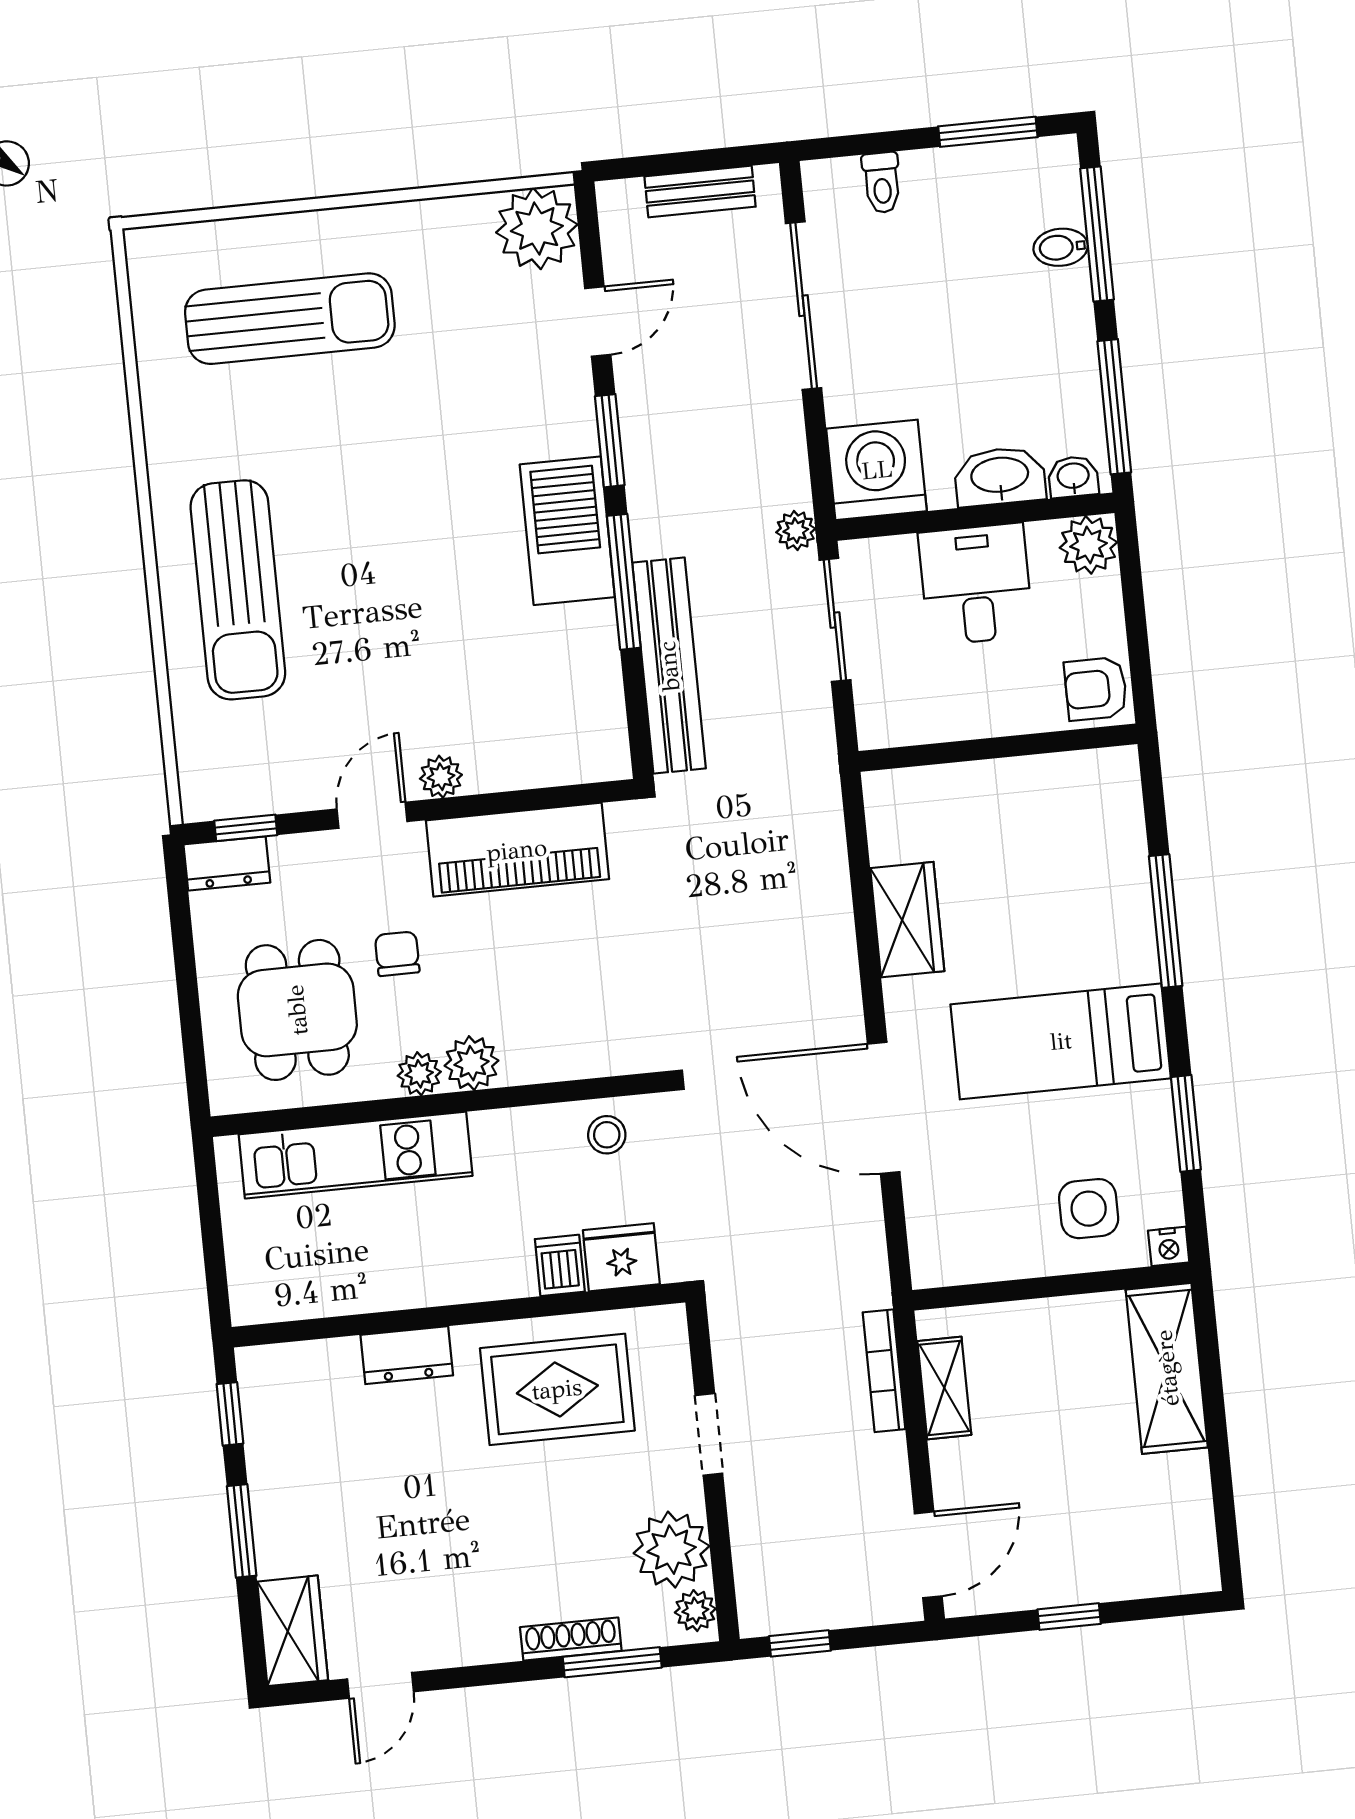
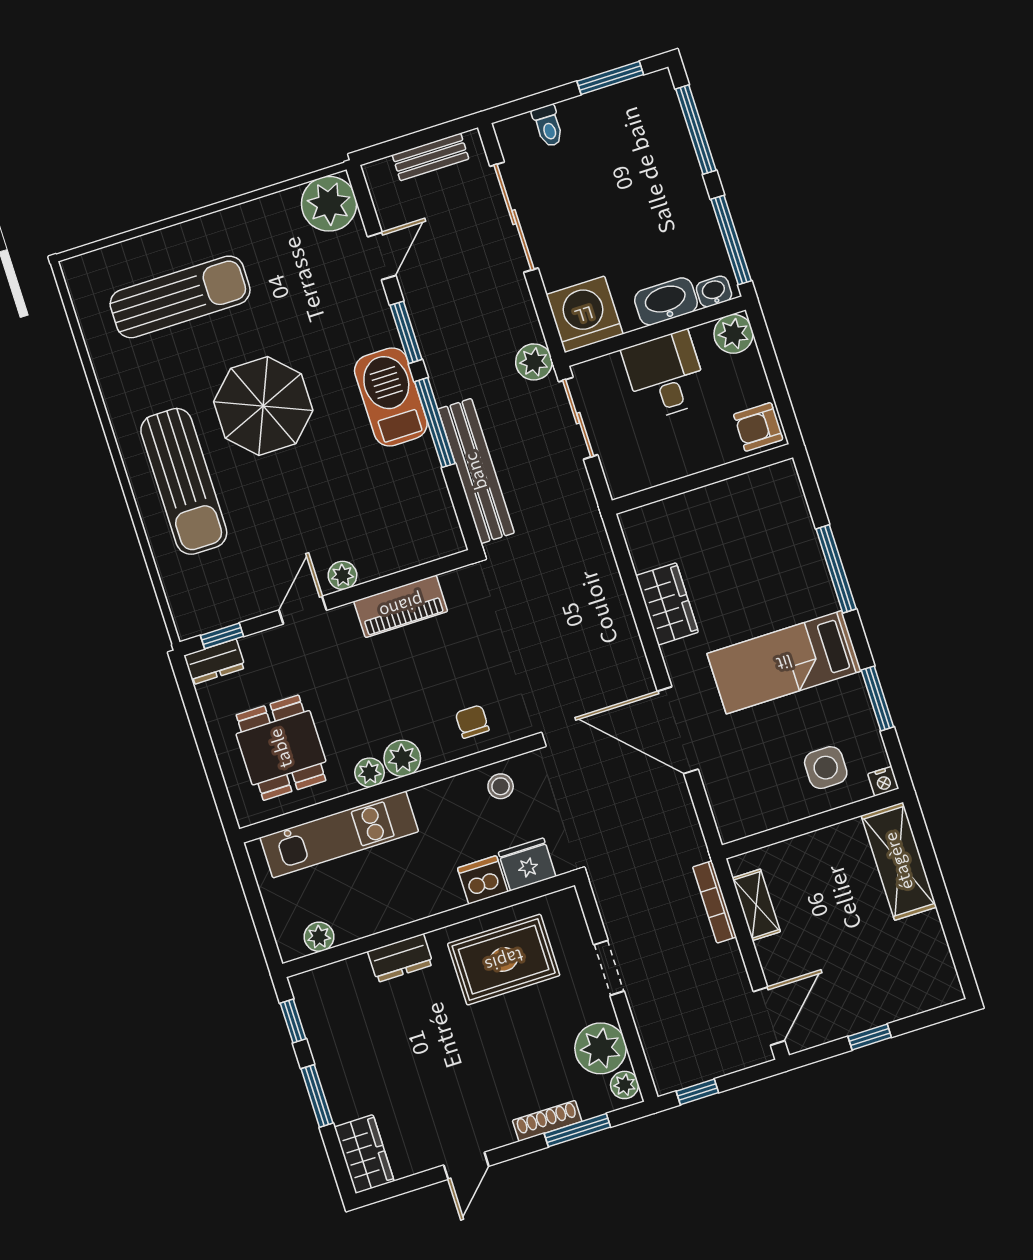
bidet: (1061, 247) -> (674, 143), removed
parasol: (378, 504) -> (263, 406), added
plant: (796, 530) -> (534, 362), width x1.38, depth x1.38
piano: (517, 850) -> (401, 606), width x0.73, depth x0.75
chair: (397, 954) -> (472, 722), moved
dishwasher: (560, 1265) -> (483, 880), width x1.38
plant: (294, 1299) -> (319, 937), added
door: (380, 1685) -> (466, 1166), moved

